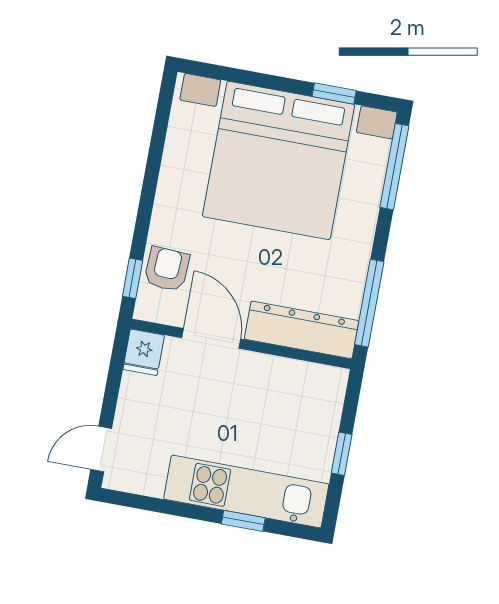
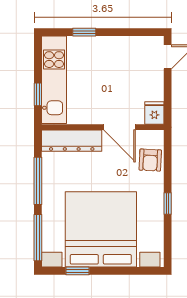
window: (133, 278) -> (168, 204), moved
window: (369, 303) -> (38, 181), moved
window: (342, 454) -> (38, 94), moved
kitchen unit: (246, 491) -> (54, 80), moved, turned -90

